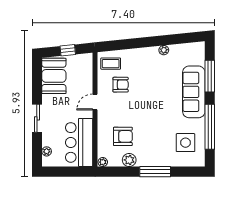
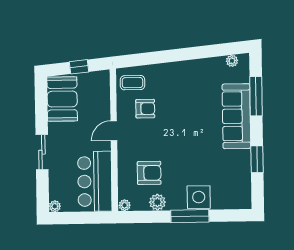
plant: (164, 50) -> (232, 61), moved
window: (210, 127) -> (257, 159), width x0.47
side table: (185, 143) -> (199, 197), moved
plant: (47, 151) -> (55, 206), moved

